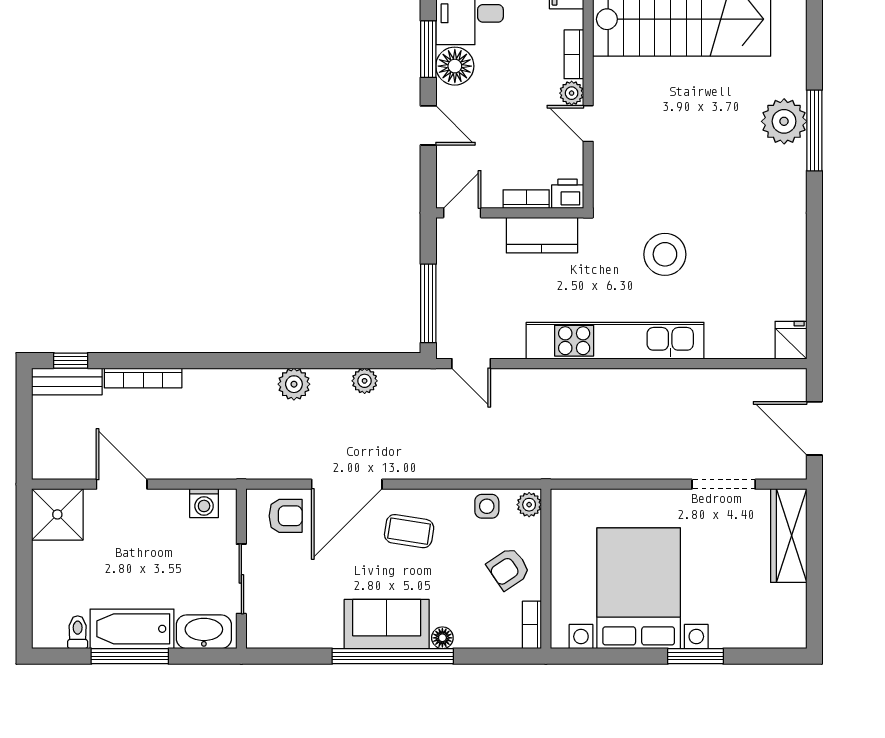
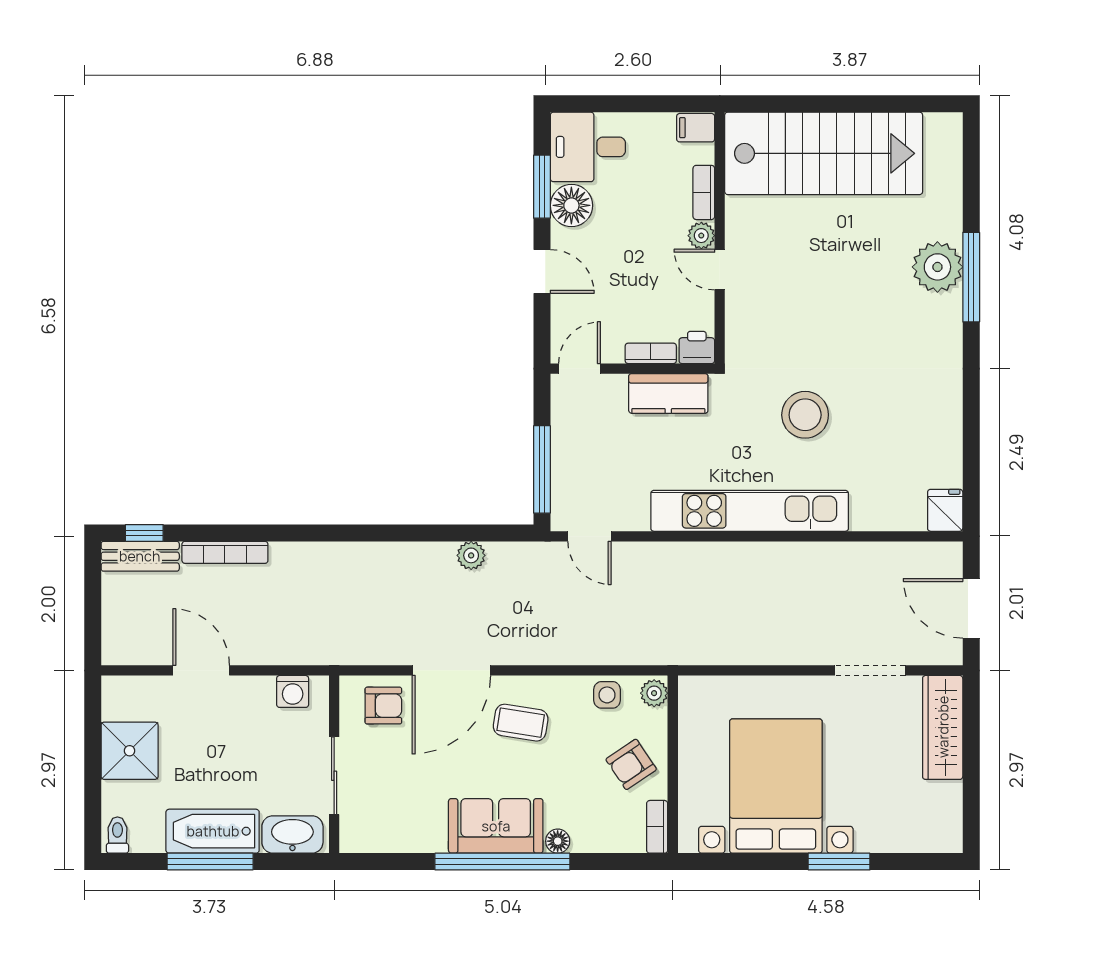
plant: (294, 384) -> (393, 559), removed
shower: (57, 514) -> (130, 751), moved
toilet: (78, 632) -> (117, 835), moved

